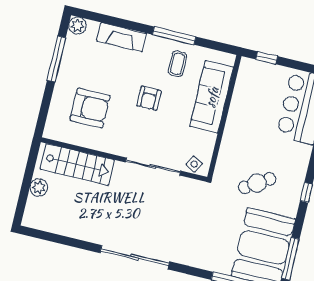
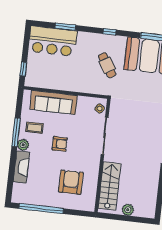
plant: (77, 25) -> (23, 145), moved
window: (56, 59) -> (41, 209), width x1.46

